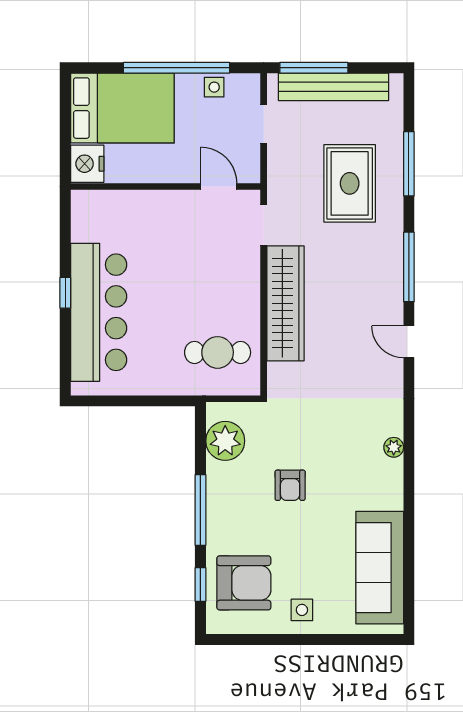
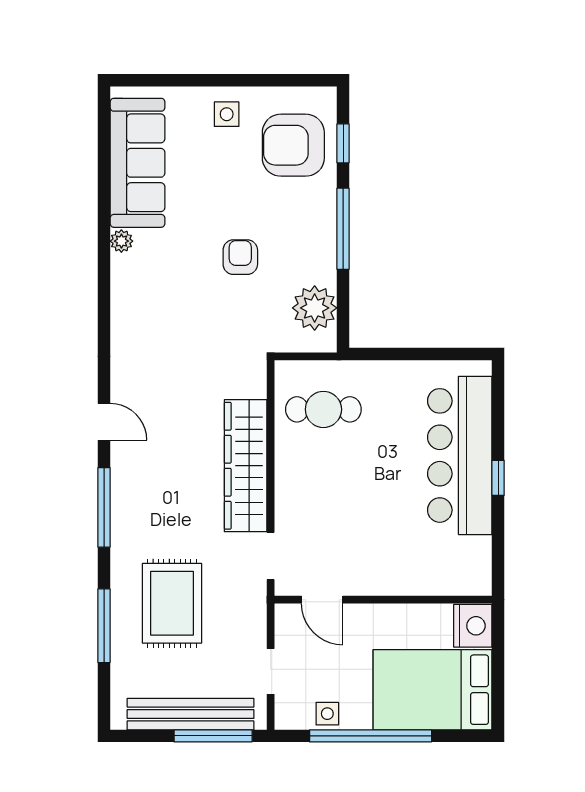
plant: (394, 447) -> (121, 241), moved

